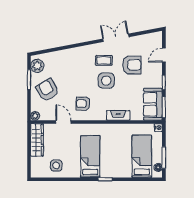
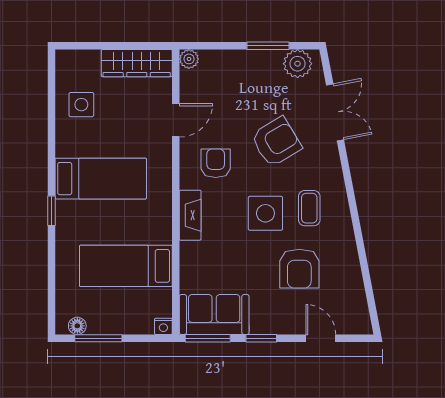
double door: (116, 38) -> (335, 112), moved
armchair: (47, 90) -> (276, 142), moved
fireplace: (118, 115) -> (190, 215), moved
bed: (142, 156) -> (126, 266), moved, turned 180

